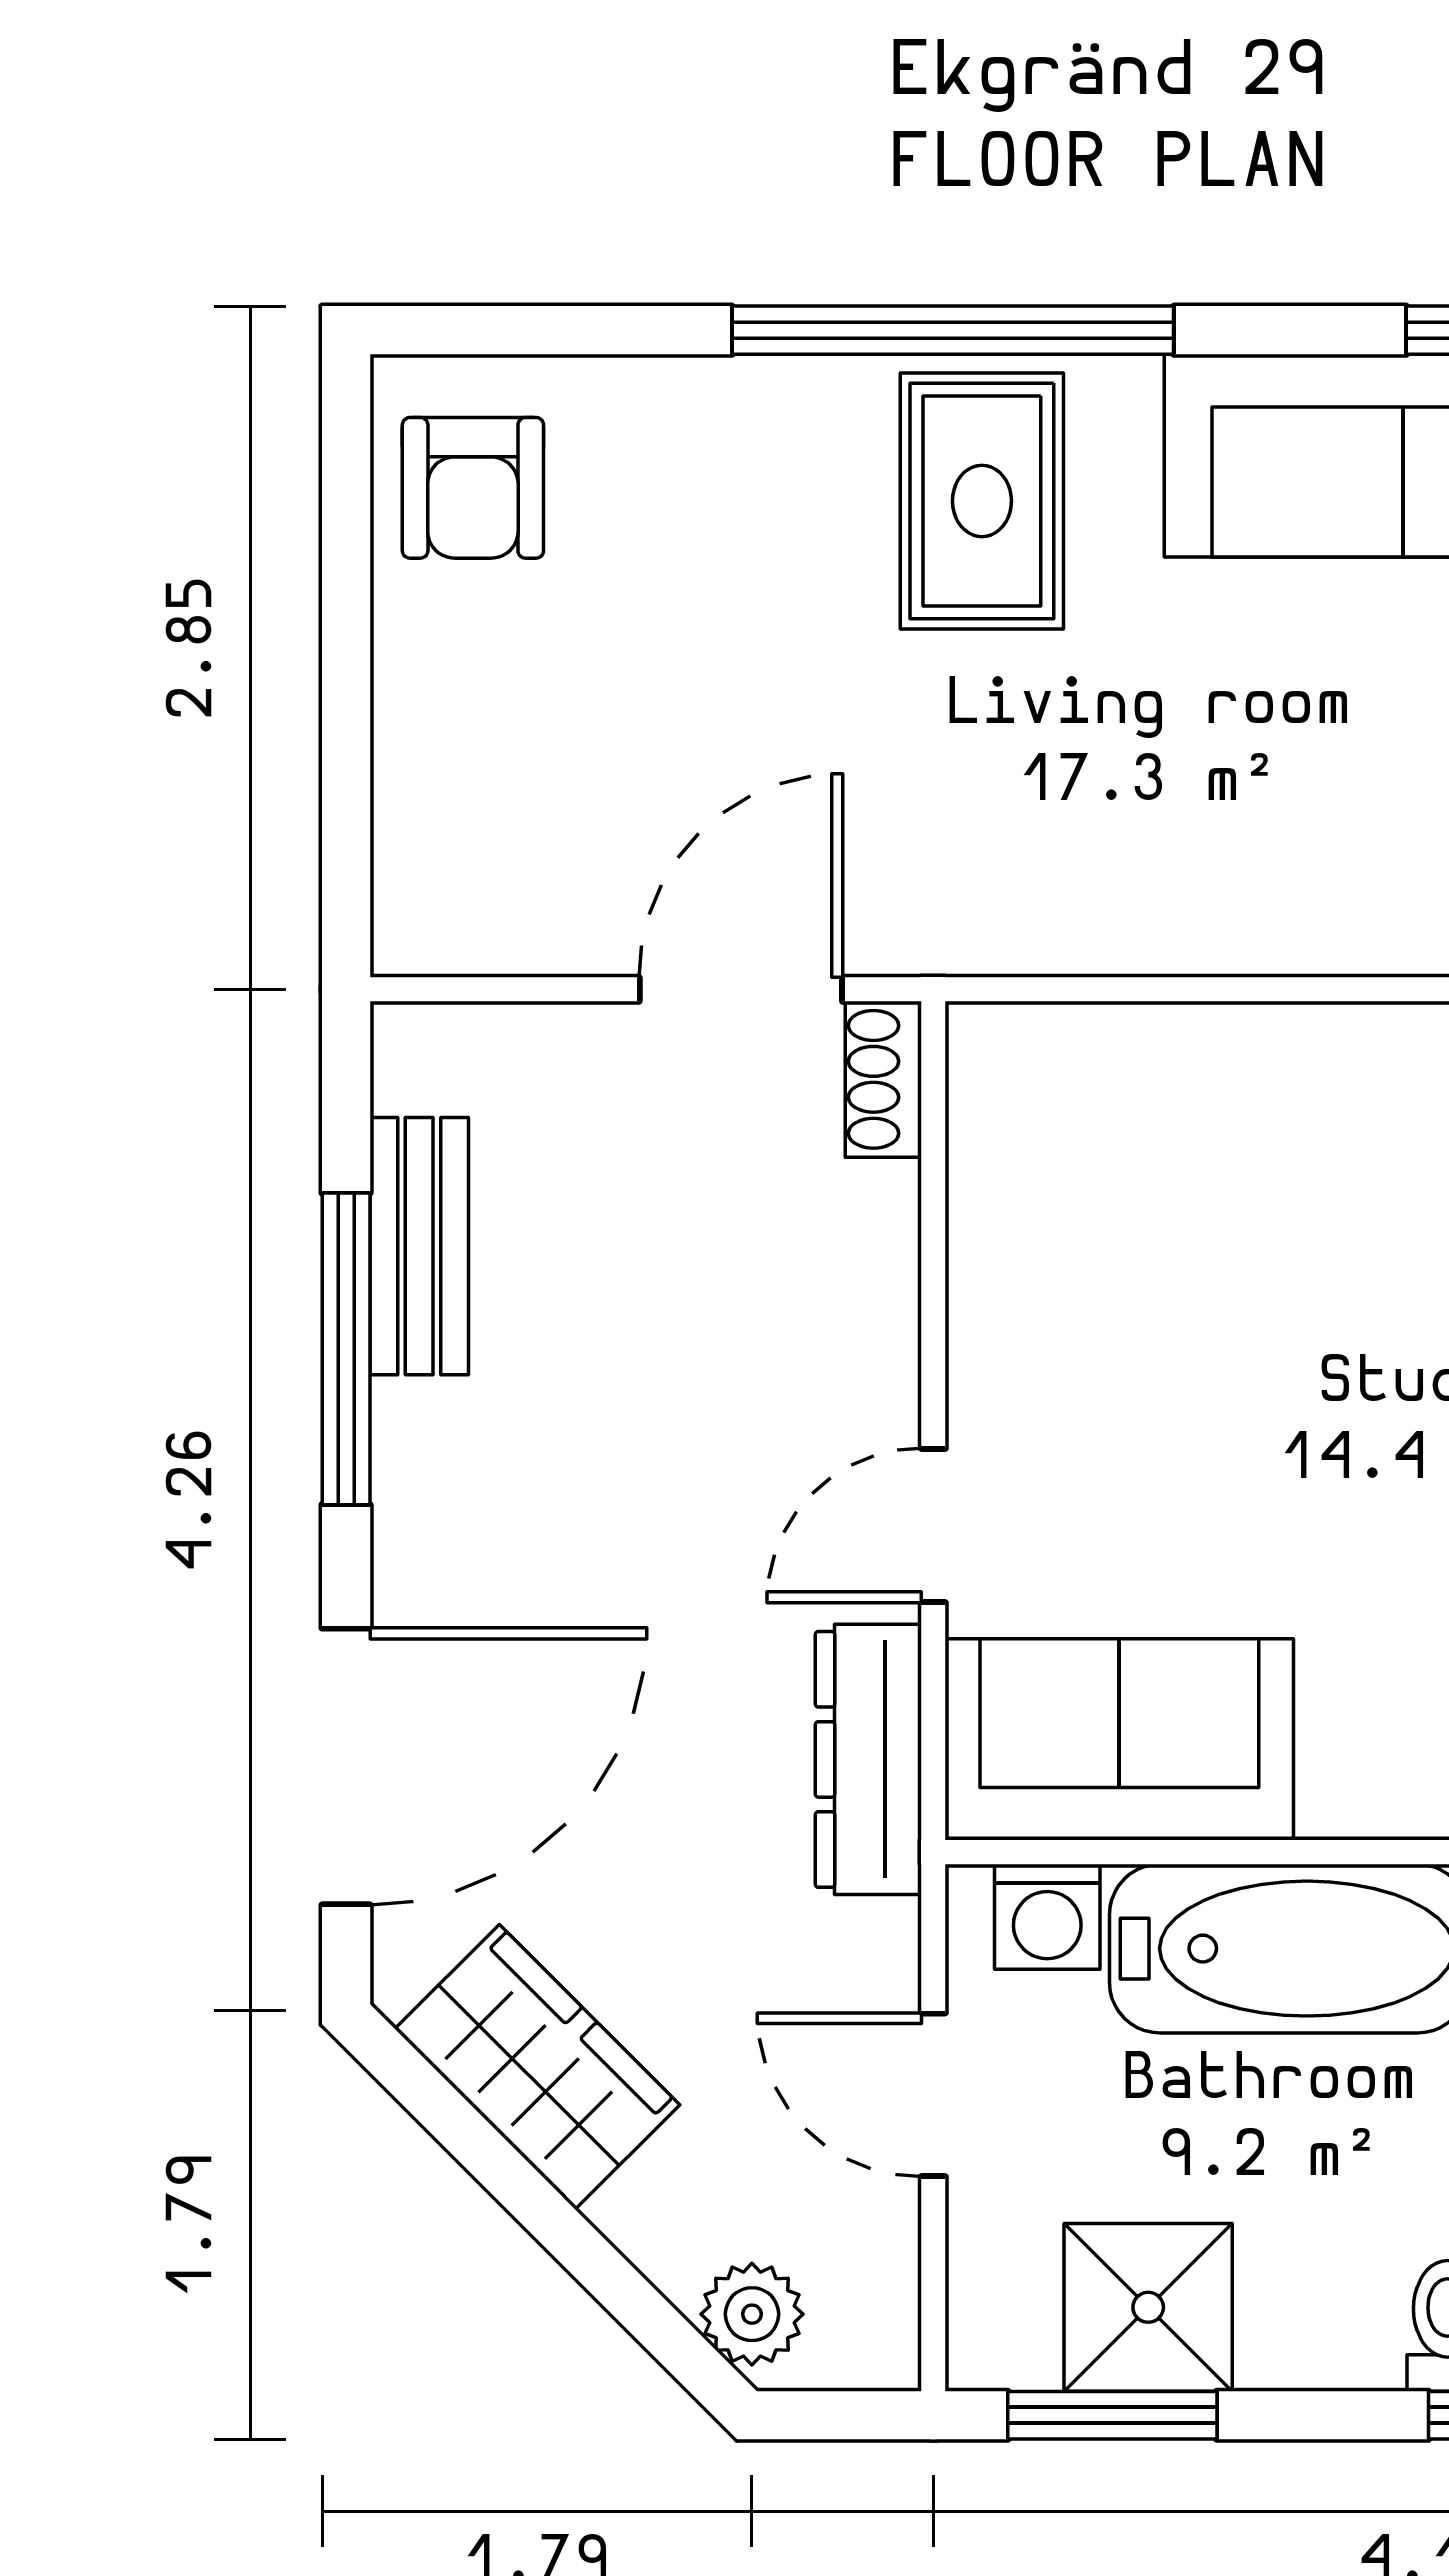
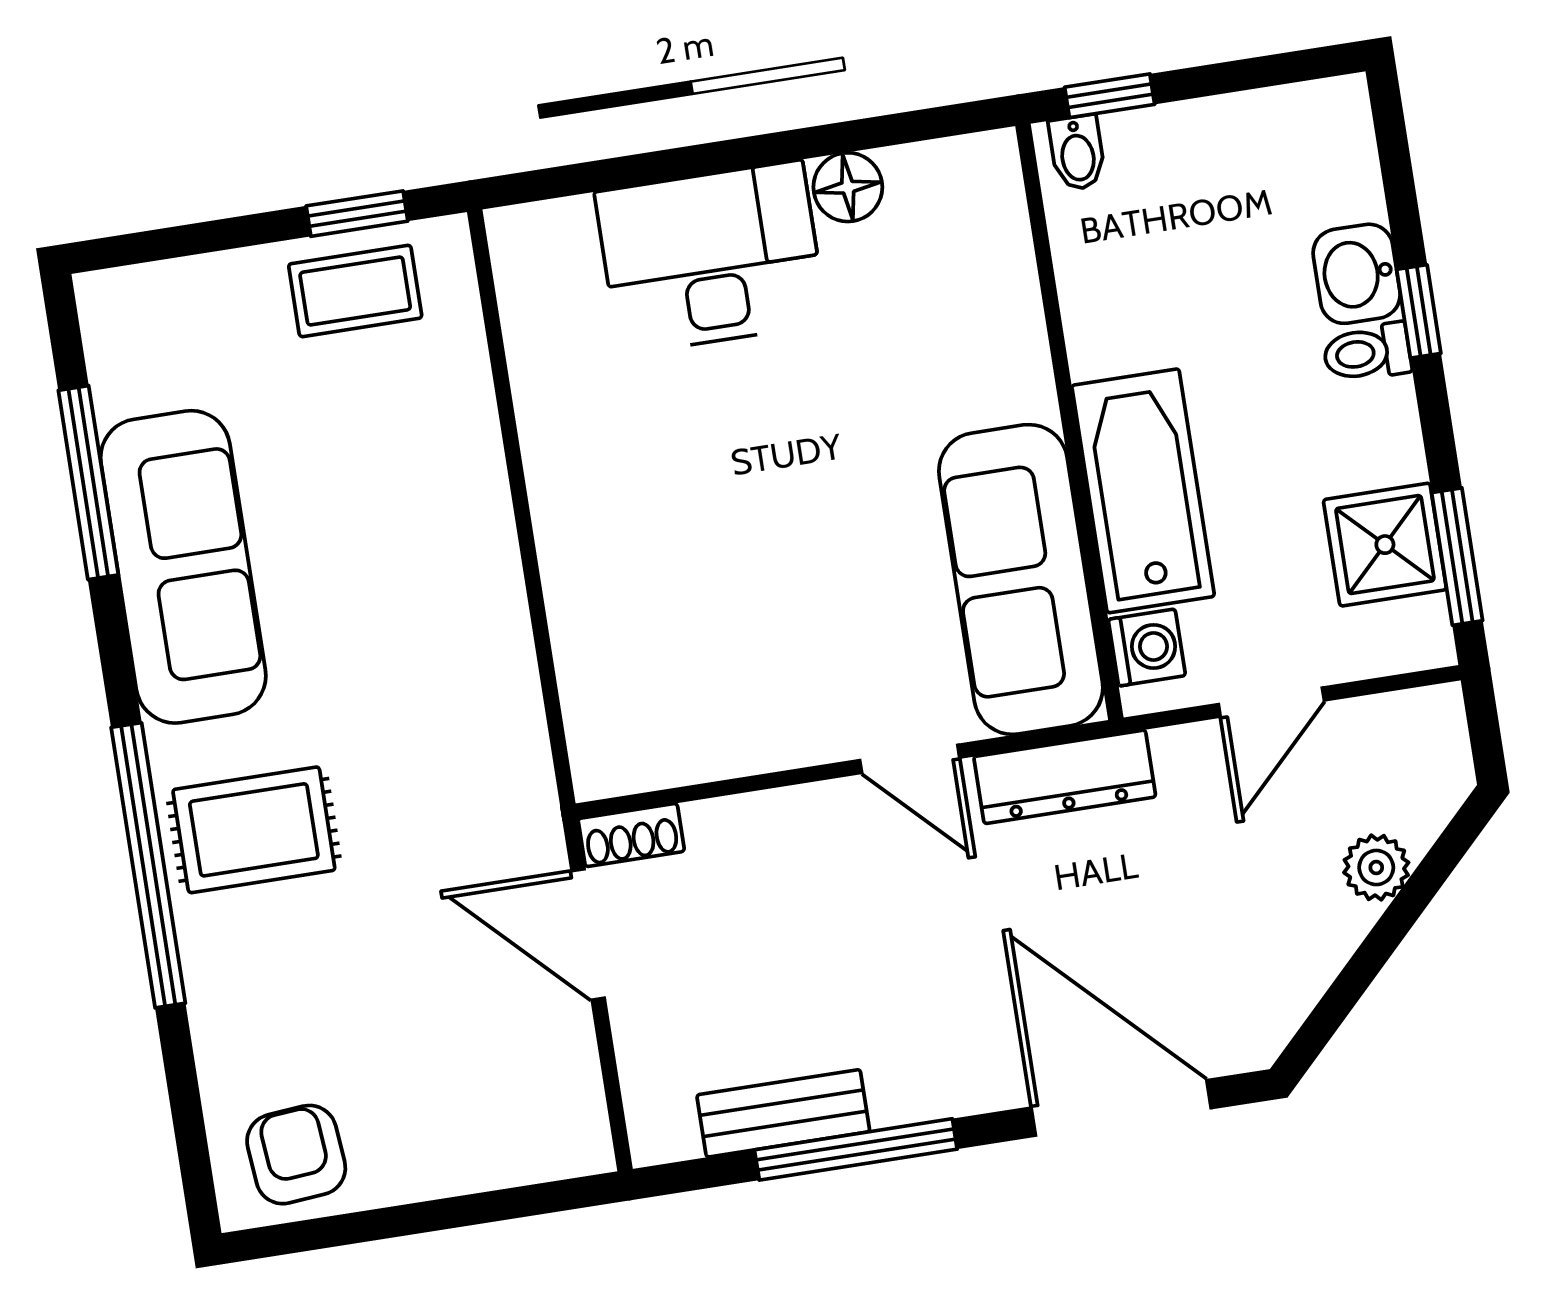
armchair: (473, 488) -> (296, 1155), turned -95
sofa: (1119, 1739) -> (1021, 579), width x1.36
wardrobe: (537, 2067) -> (1293, 957), removed
plant: (752, 2314) -> (1376, 868), moved

